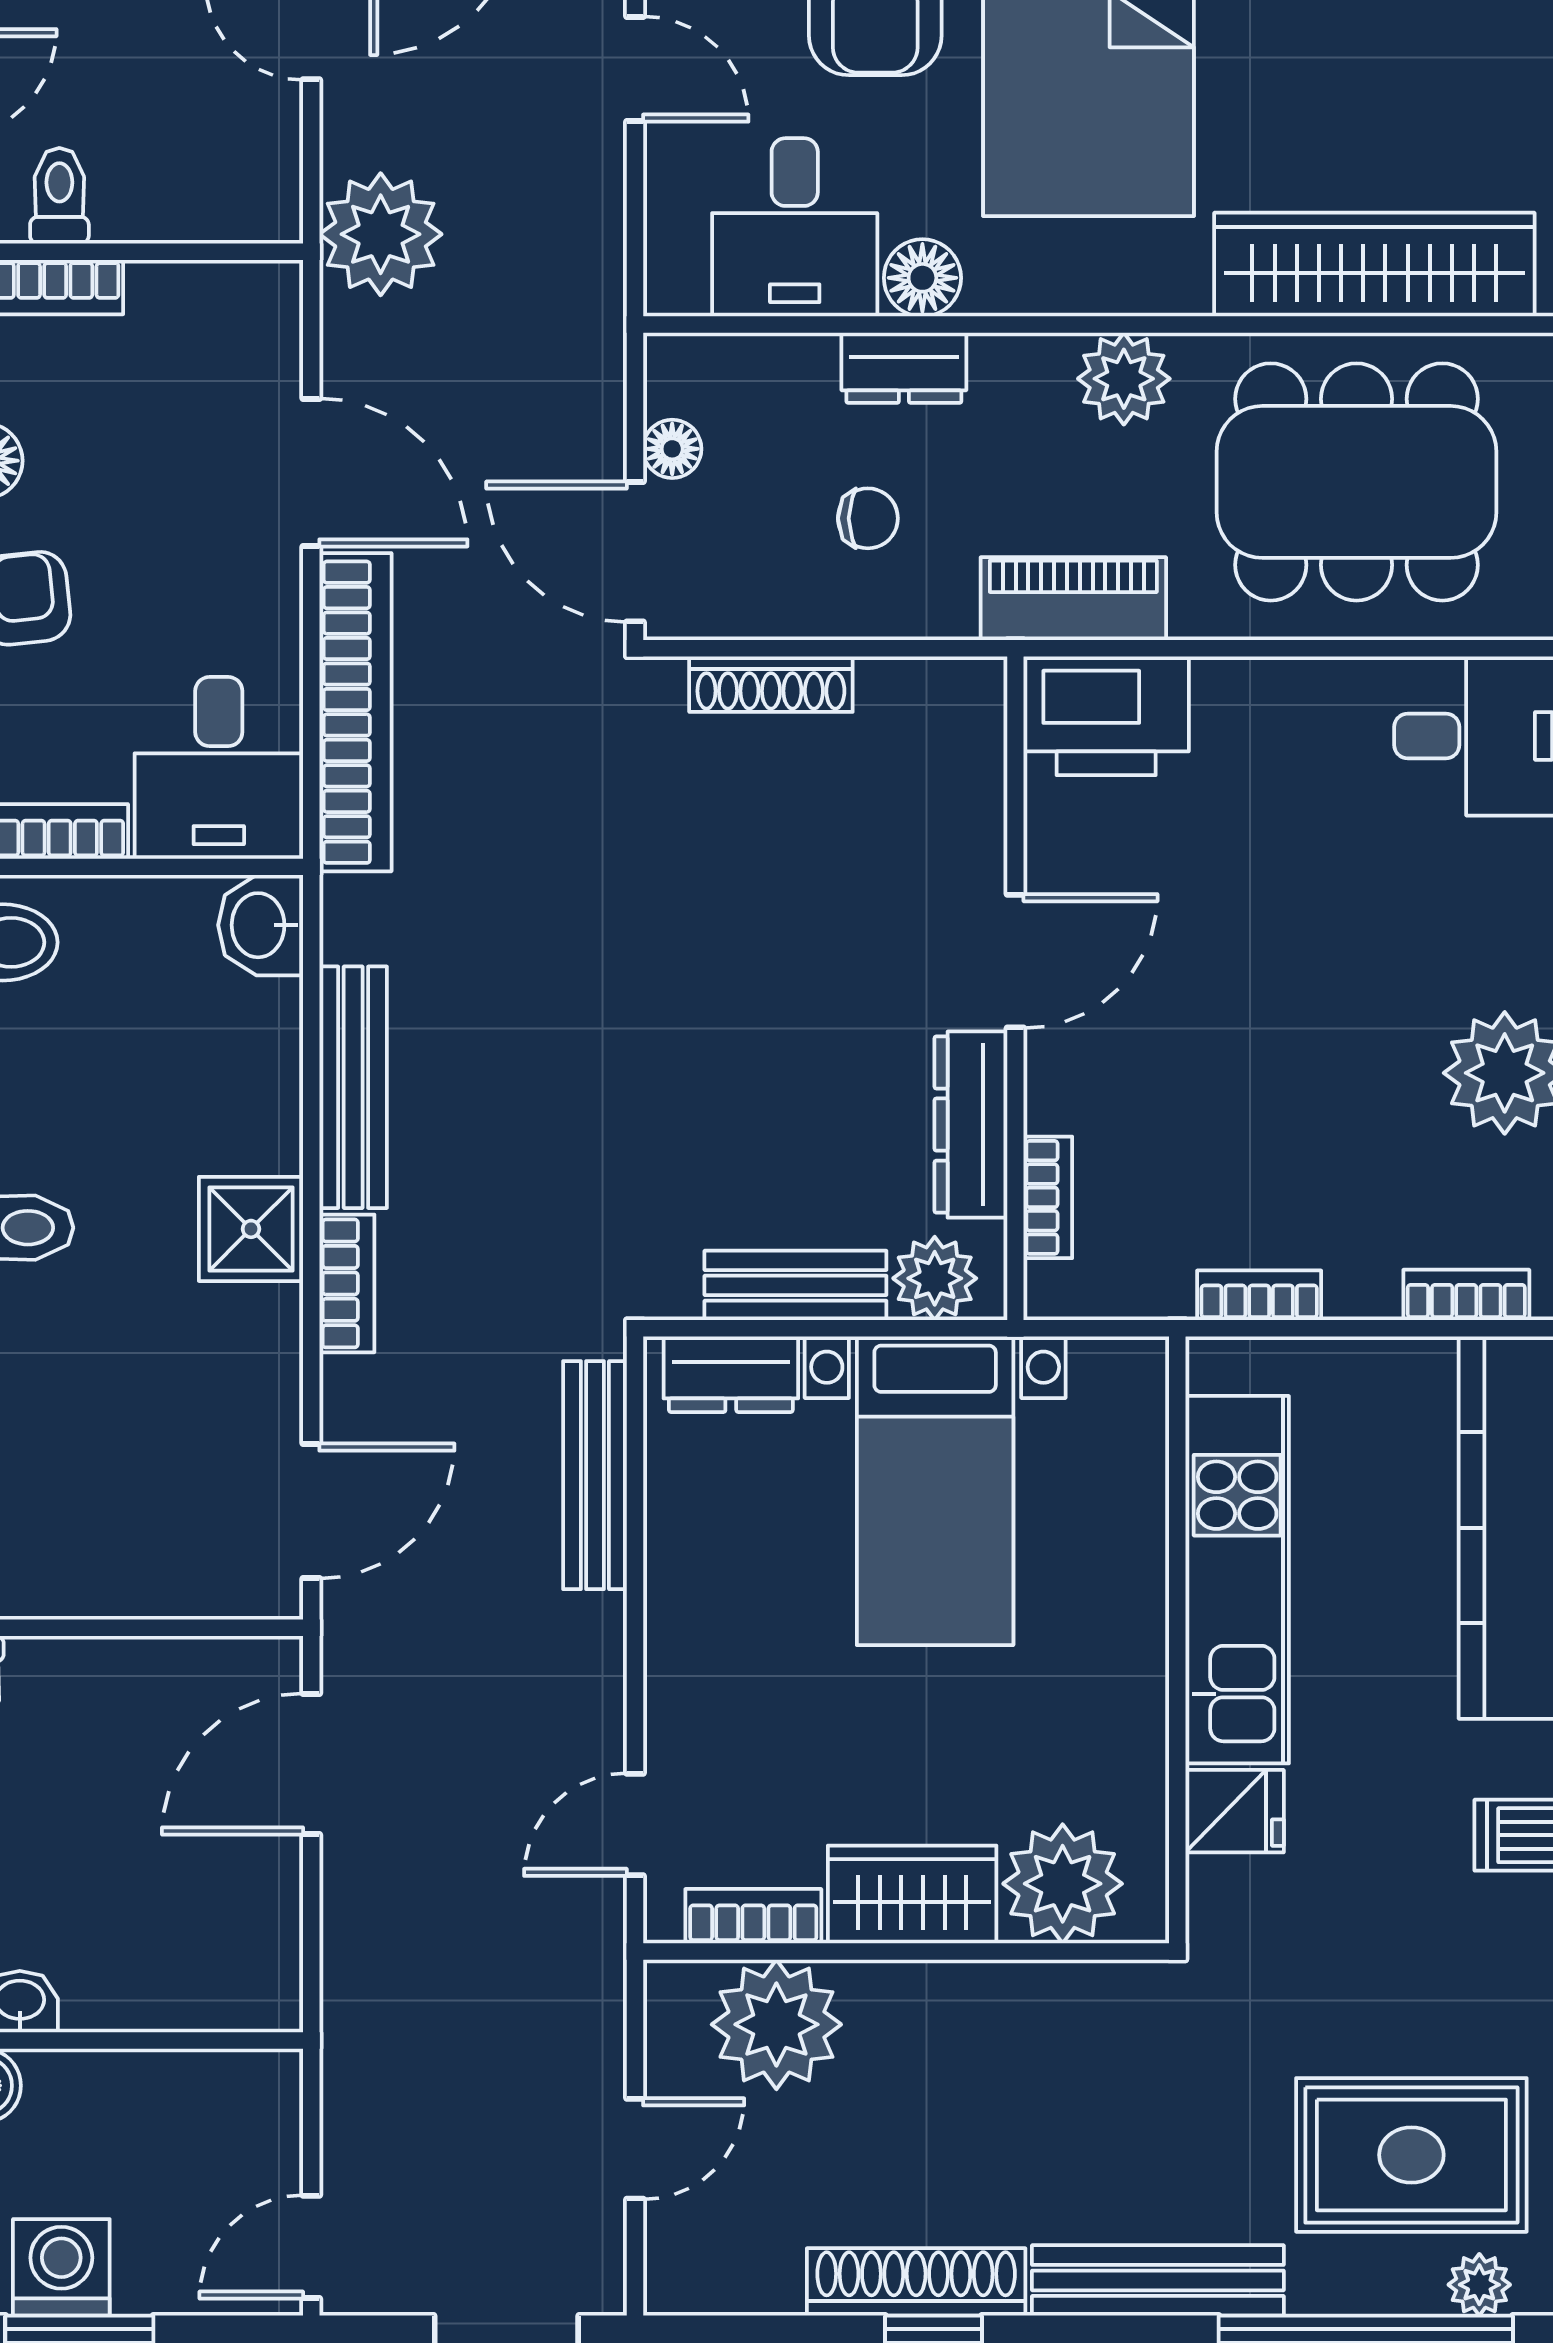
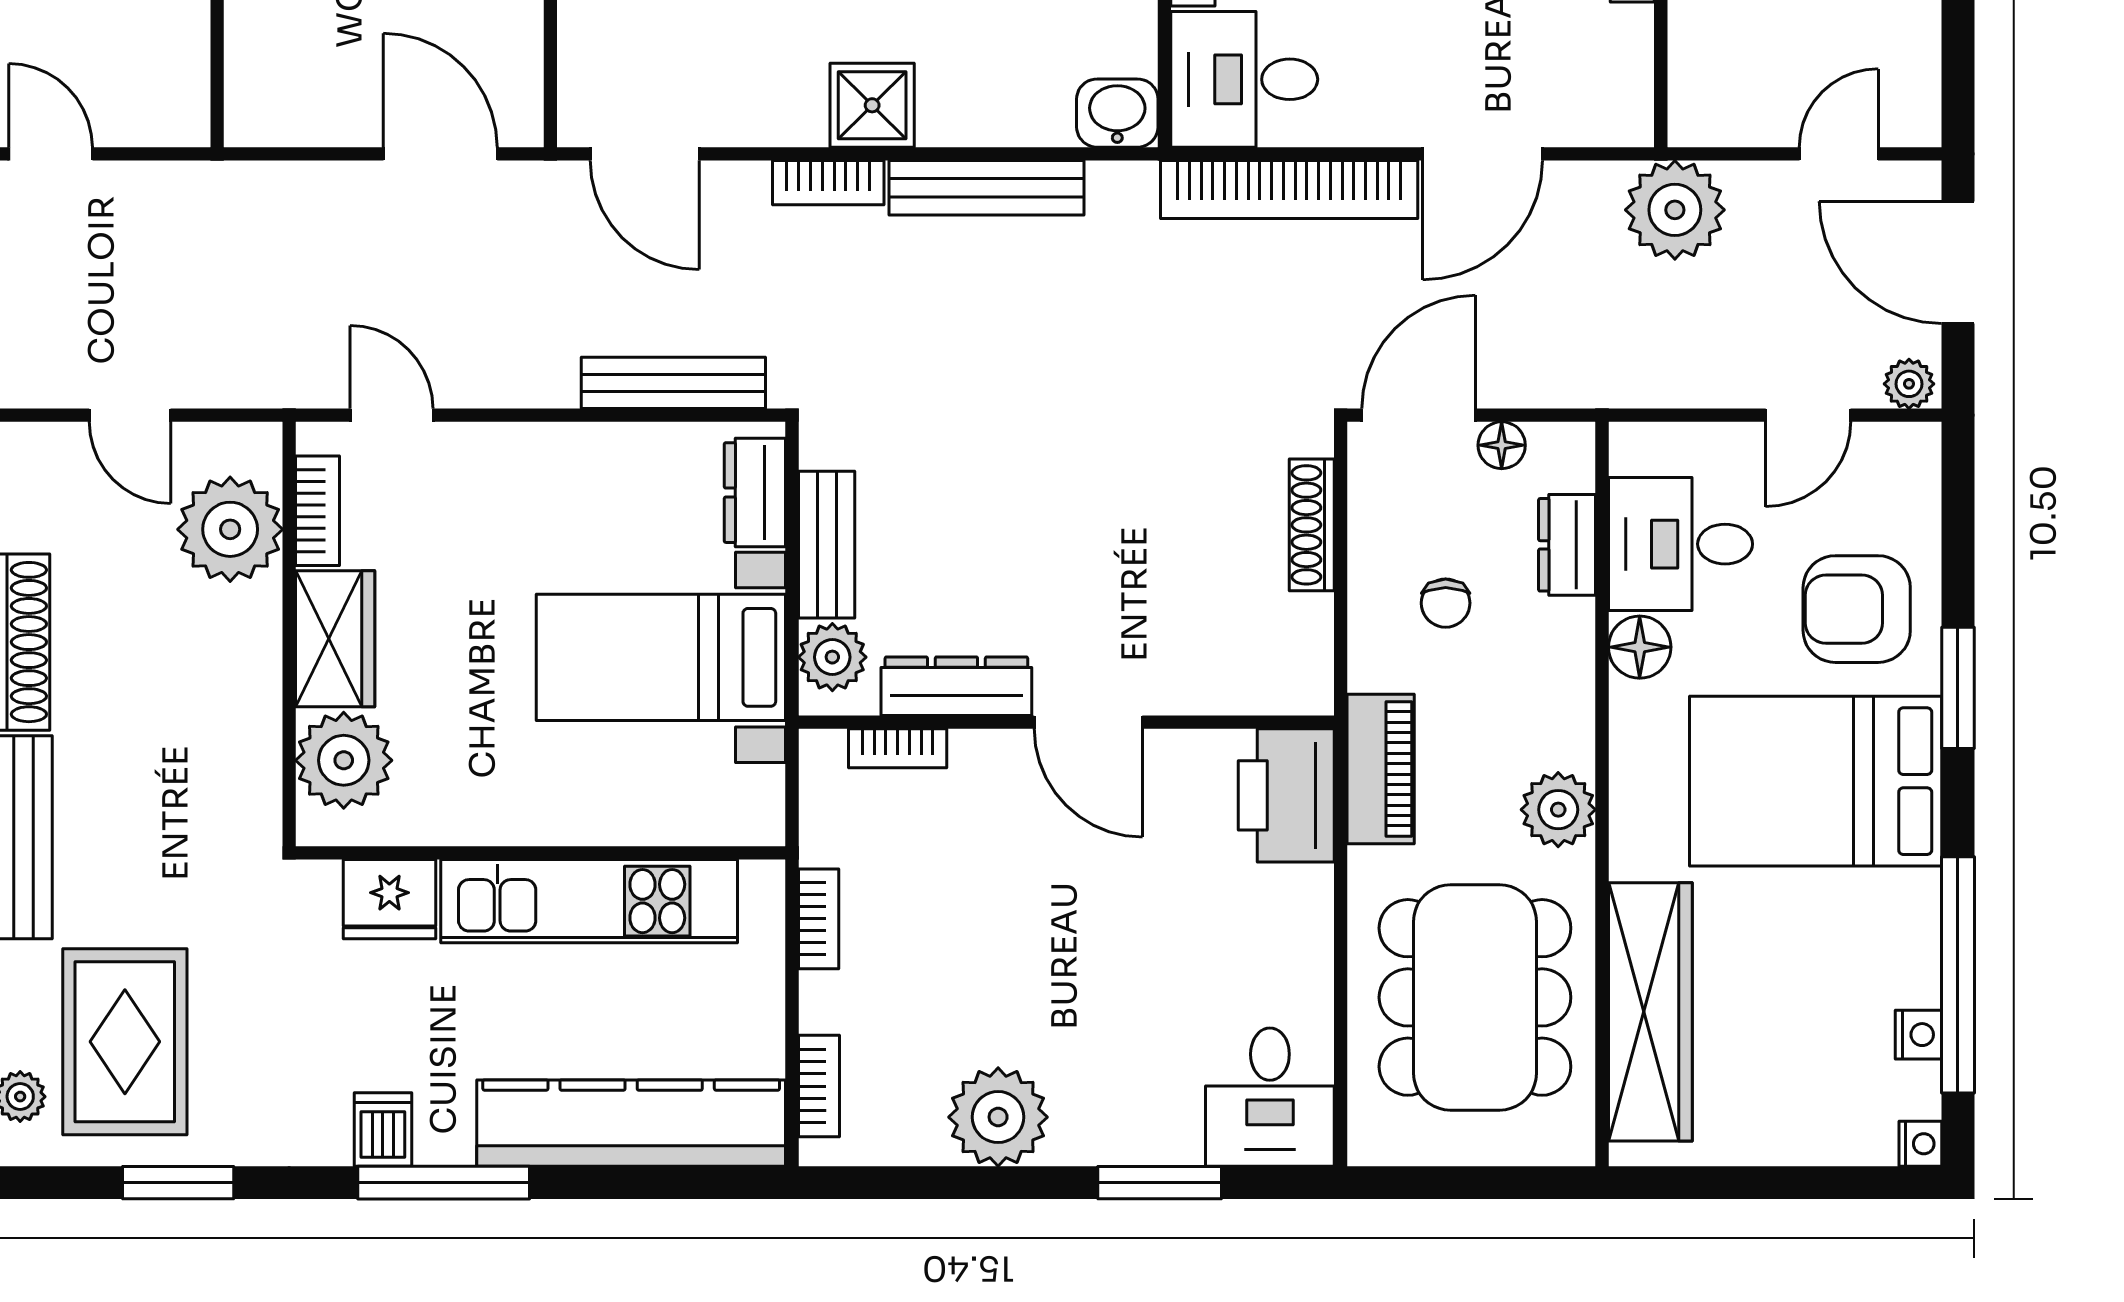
dresser: (904, 368) -> (1567, 545), moved
fridge: (1235, 1811) -> (389, 899), width x1.38

